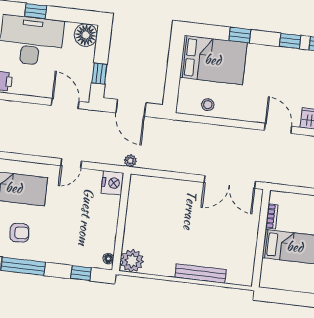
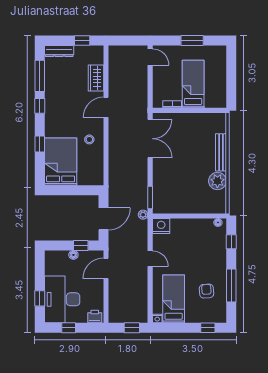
floor lamp: (86, 35) -> (73, 255), moved, width x0.53, depth x0.53
stool: (208, 105) -> (89, 139), moved
window: (152, 173) -> (150, 198), added
plant: (132, 261) -> (217, 181), moved

